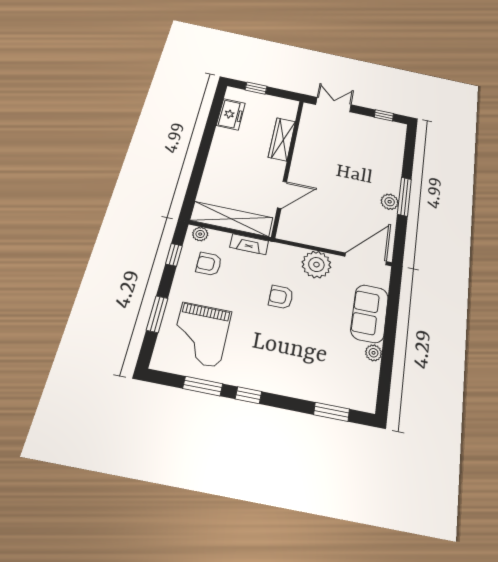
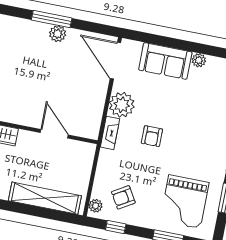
shelving: (232, 219) -> (45, 198), moved, turned 90
fireplace: (249, 244) -> (110, 133), moved
armchair: (209, 264) -> (123, 197), turned 59
grand piano: (201, 334) -> (184, 202), turned 90

